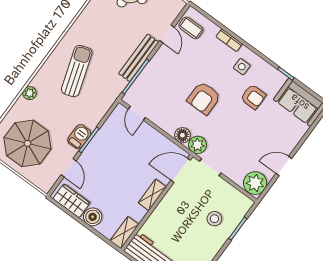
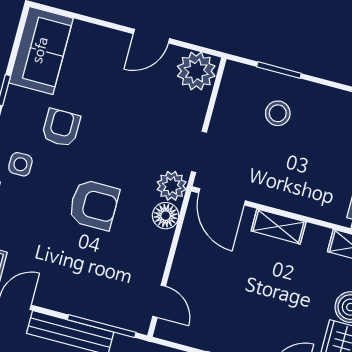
door: (137, 113) -> (159, 301), hinge flipped
door: (284, 166) -> (151, 36), hinge flipped

